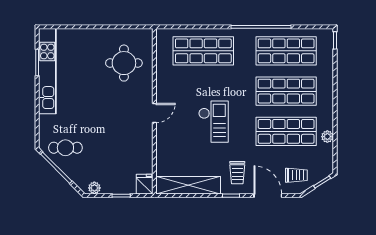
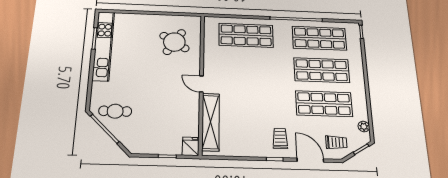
round table: (124, 63) -> (174, 42), turned 32
door: (154, 113) -> (201, 84), swing flipped
checkout: (213, 122) -> (256, 93), removed
plant: (327, 137) -> (364, 127), moved
trolley: (237, 173) -> (280, 138), turned 180
shelving: (188, 185) -> (211, 122), moved, turned 90
plant: (94, 188) -> (141, 148), removed

